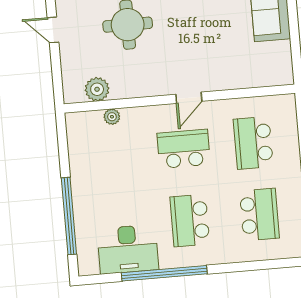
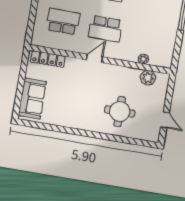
locker: (262, 78) -> (48, 59), added
school desk: (253, 143) -> (63, 21), turned -90

